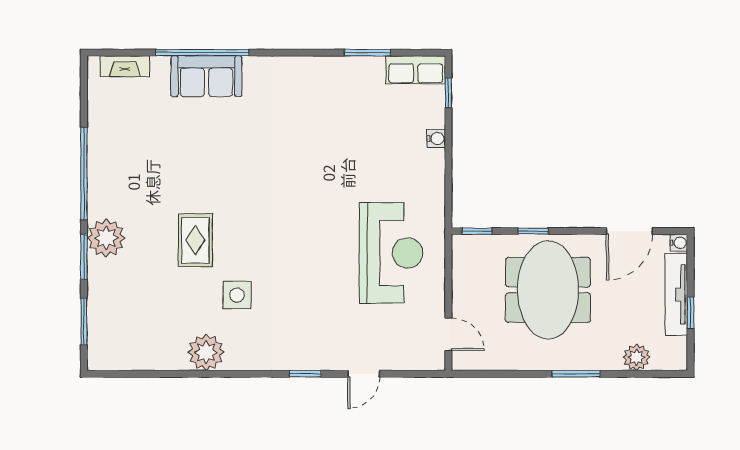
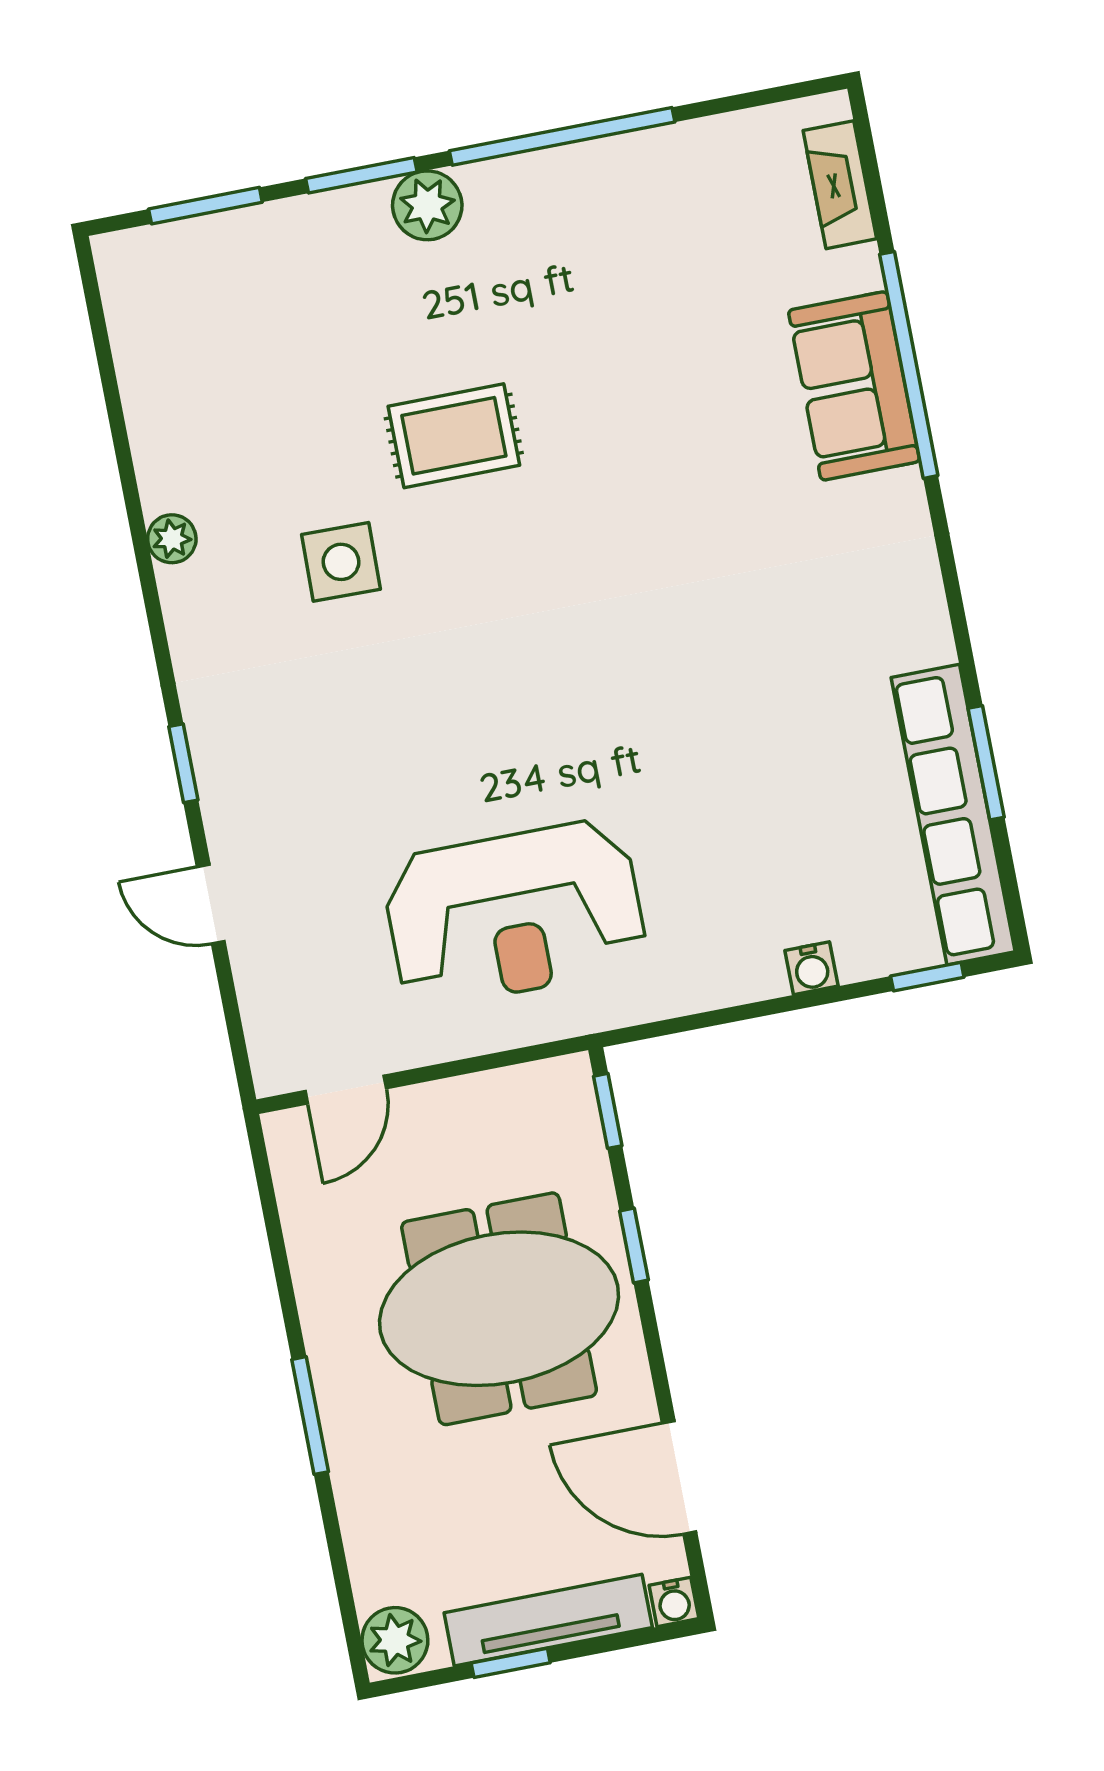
row of seats: (416, 70) -> (953, 815), width x2.02
plant: (106, 238) -> (427, 205), width x0.73, depth x0.73
plant: (206, 352) -> (172, 539), width x0.53, depth x0.53
plant: (636, 357) -> (395, 1640), moved

